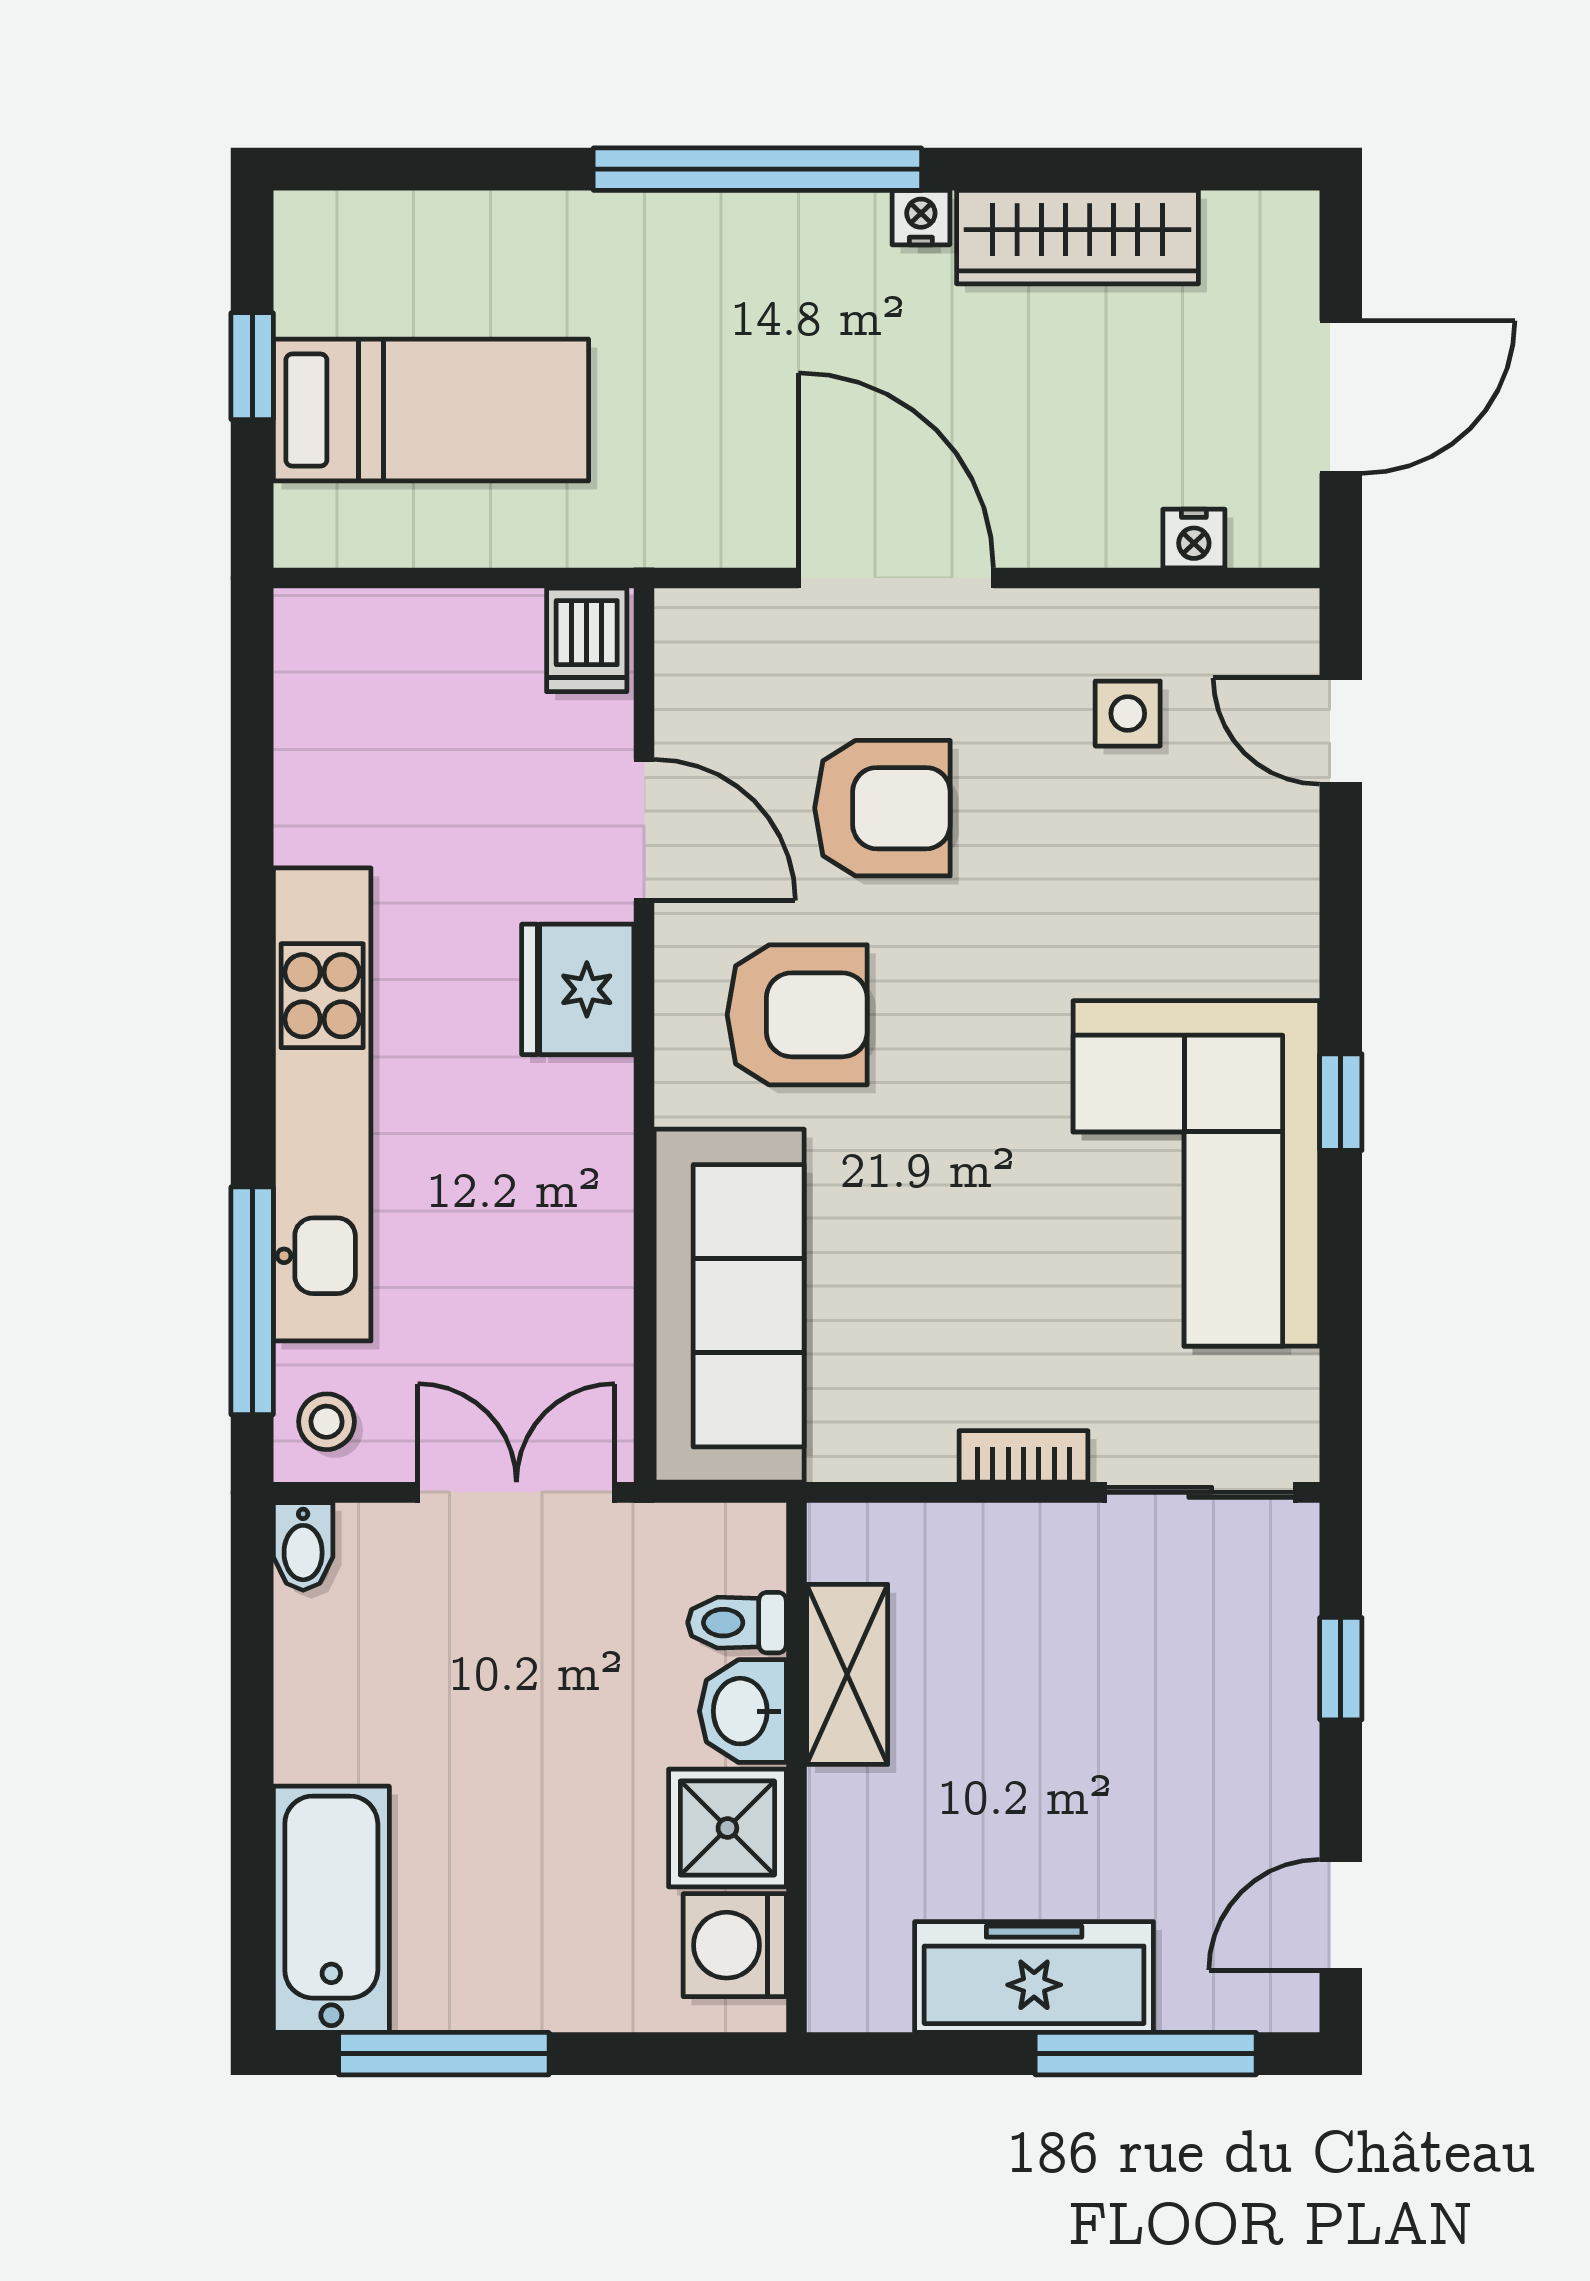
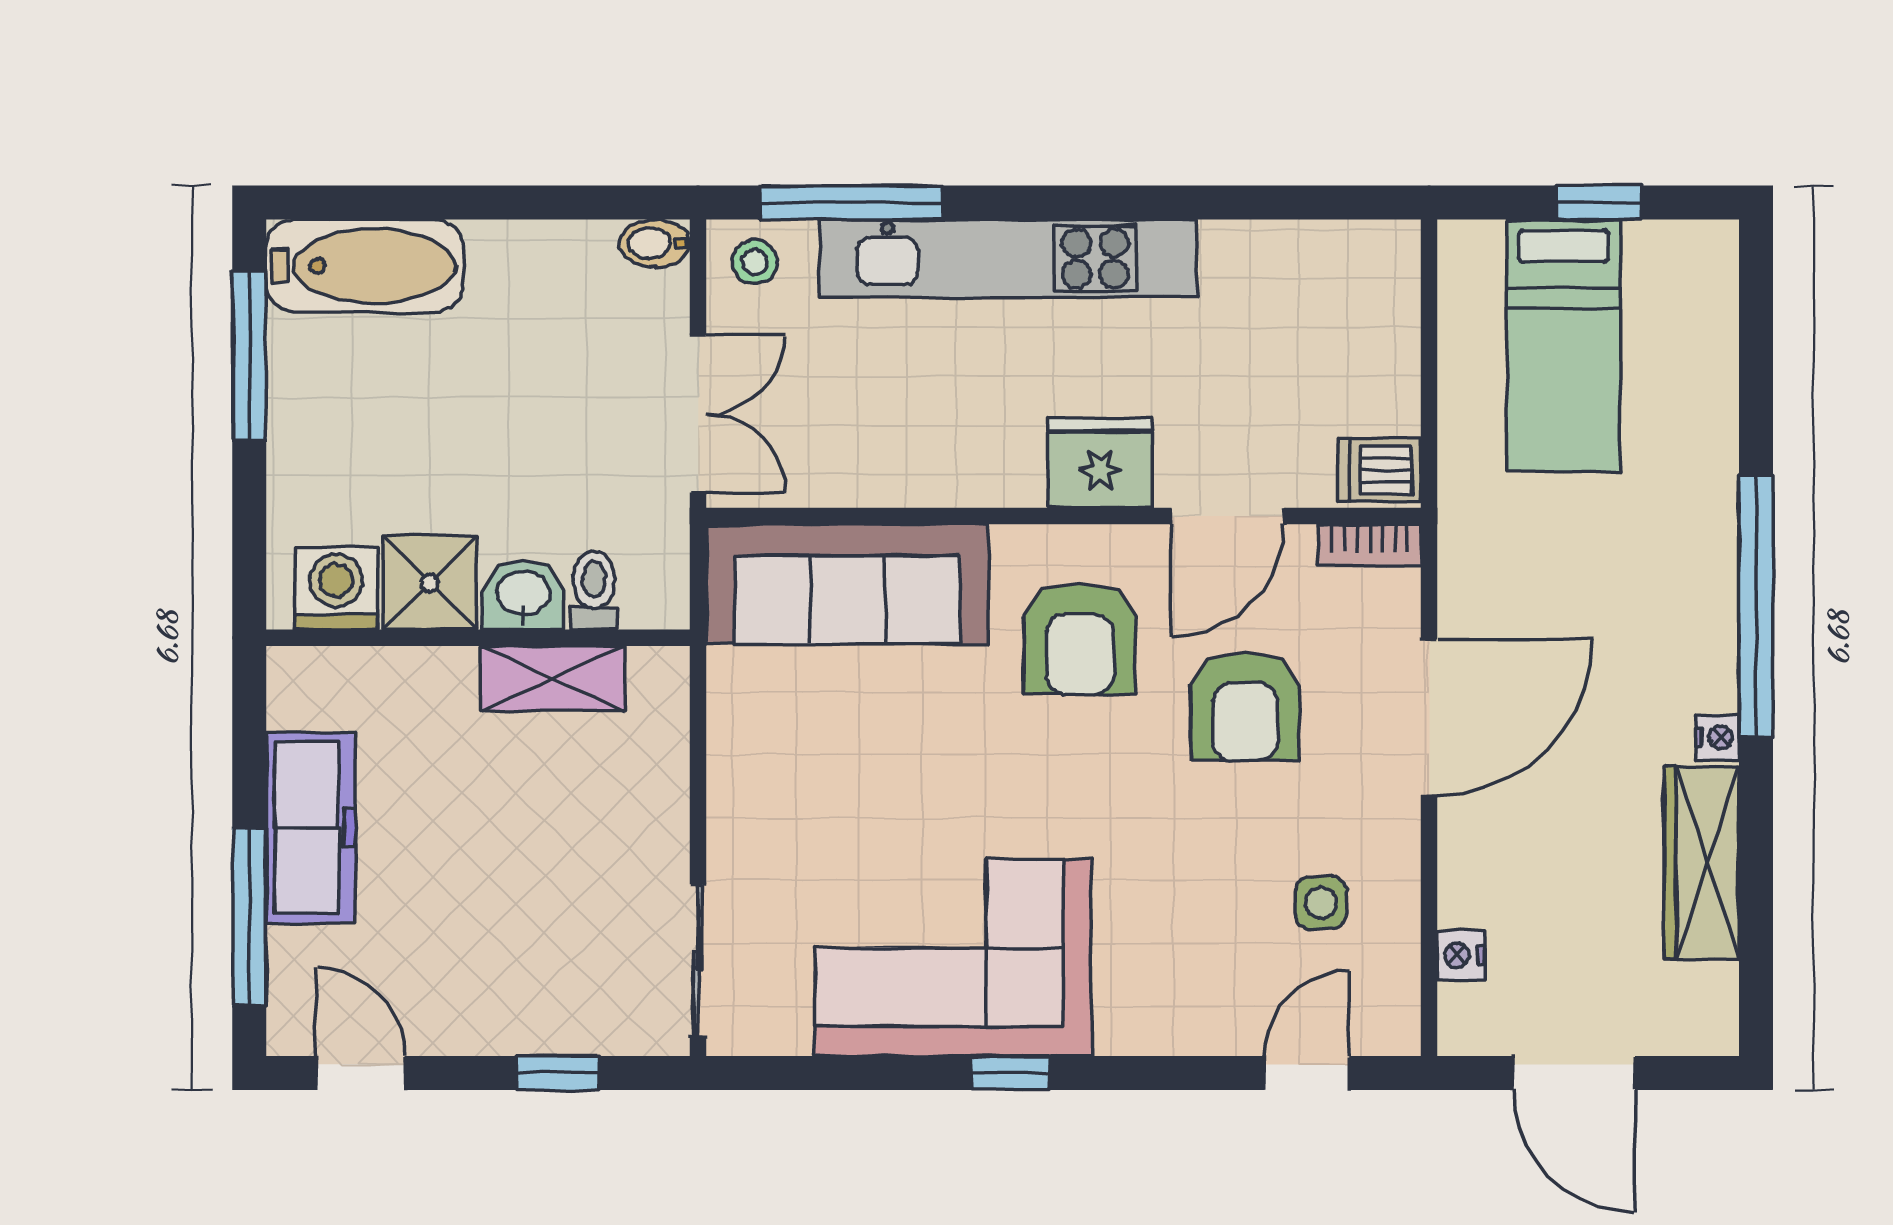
bookcase: (1024, 1456) -> (1369, 545), moved, turned 90

